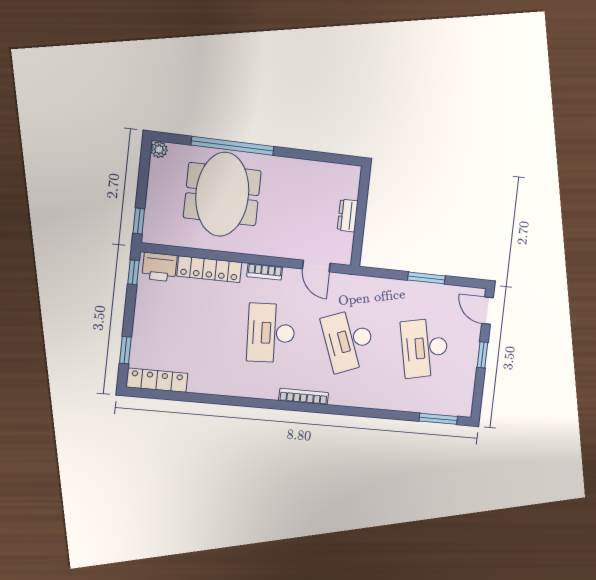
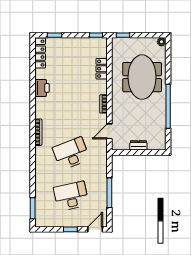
window: (233, 146) -> (168, 106), moved
meeting table: (222, 194) -> (142, 77), turned 90
printer: (159, 267) -> (42, 88), moved, turned 180
locker: (209, 269) -> (102, 69), width x0.66
window: (426, 278) -> (109, 193), width x1.44
desk: (271, 333) -> (71, 111), removed

